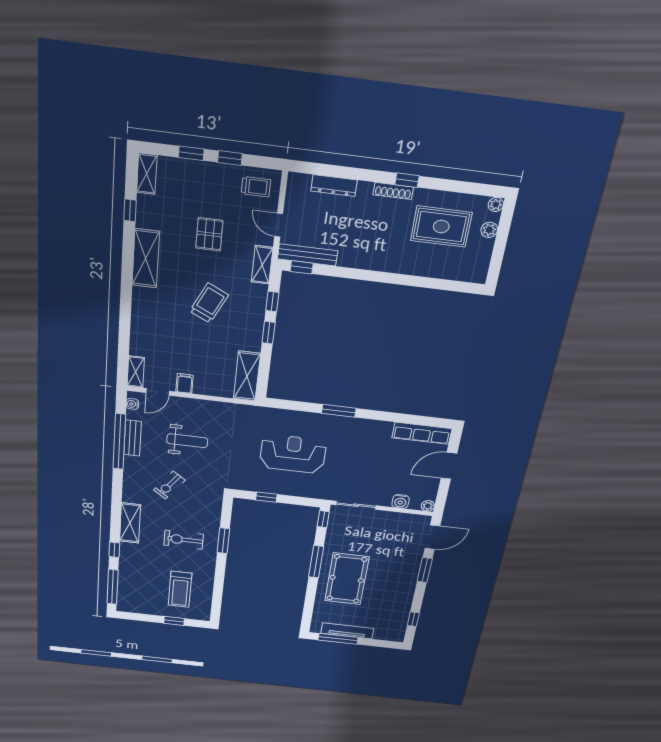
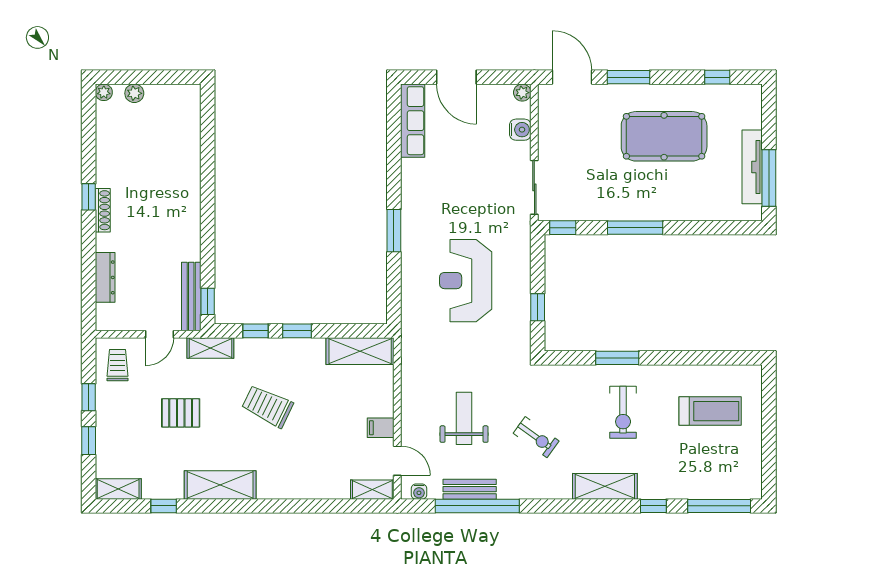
rug: (441, 227) -> (137, 149), removed
pool table: (347, 579) -> (664, 136), moved
window: (174, 621) -> (769, 416), removed

